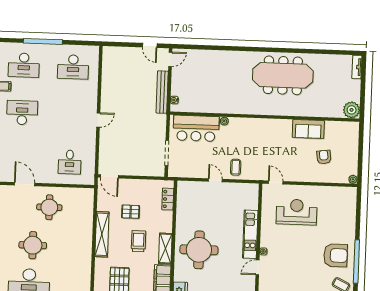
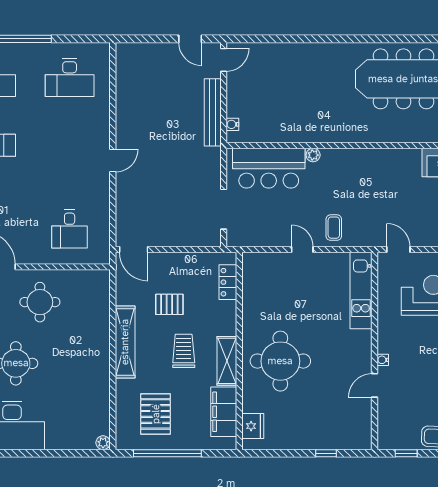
kitchen unit: (250, 234) -> (361, 291), moved

